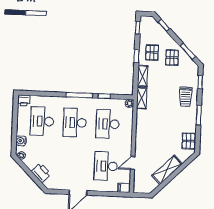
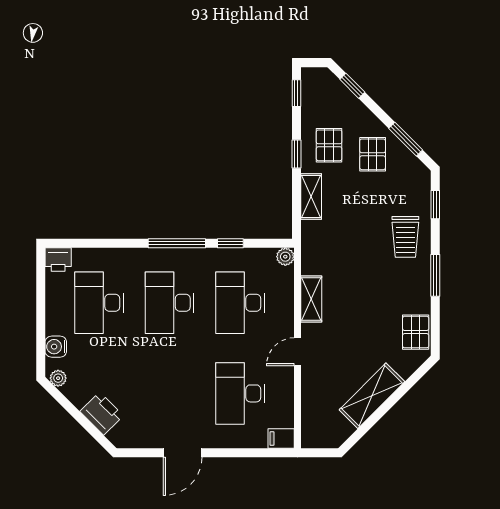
shelving: (142, 98) -> (311, 299), moved
door: (133, 163) -> (298, 352), moved

